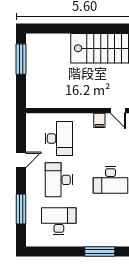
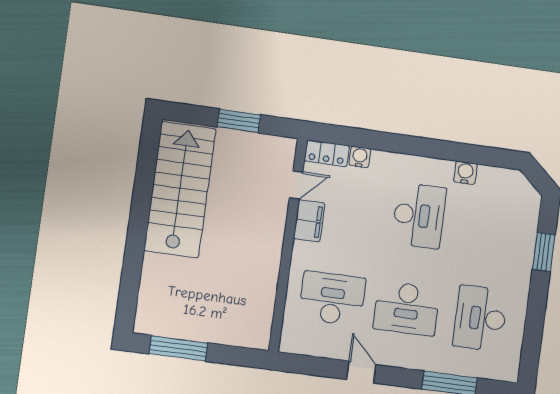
filing cabinet: (99, 120) -> (309, 221), width x2.00
window: (100, 252) -> (544, 252), width x0.69

